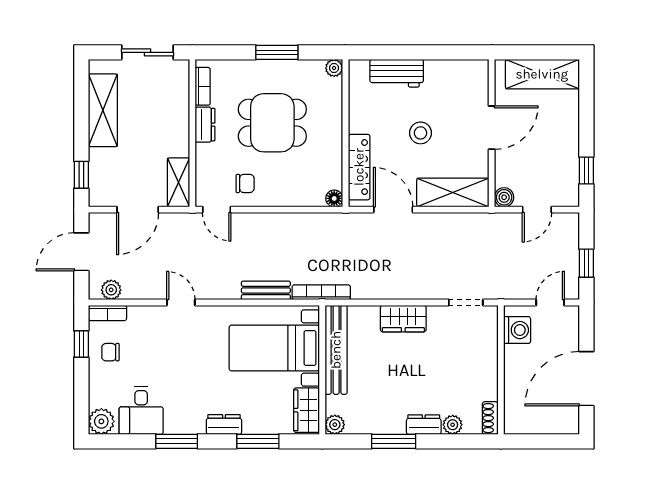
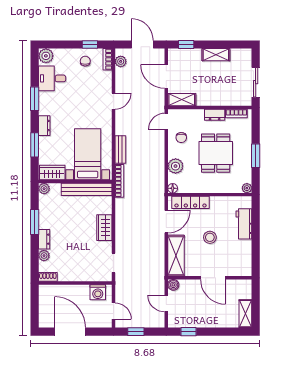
shelving: (542, 74) -> (245, 314), width x0.67, depth x0.75
shelving: (103, 110) -> (216, 55), width x0.67, depth x0.75
plant: (295, 193) -> (176, 166), added

